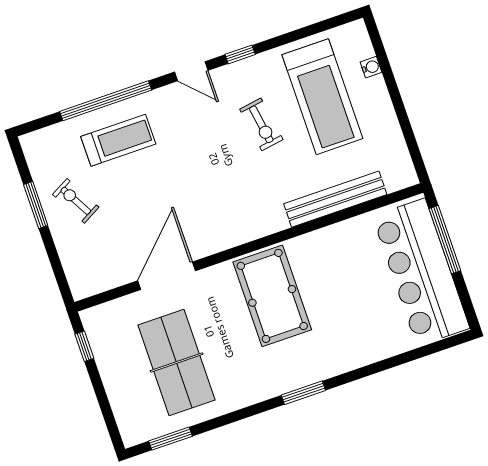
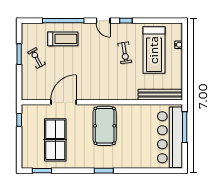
bench: (335, 199) -> (160, 95), moved

